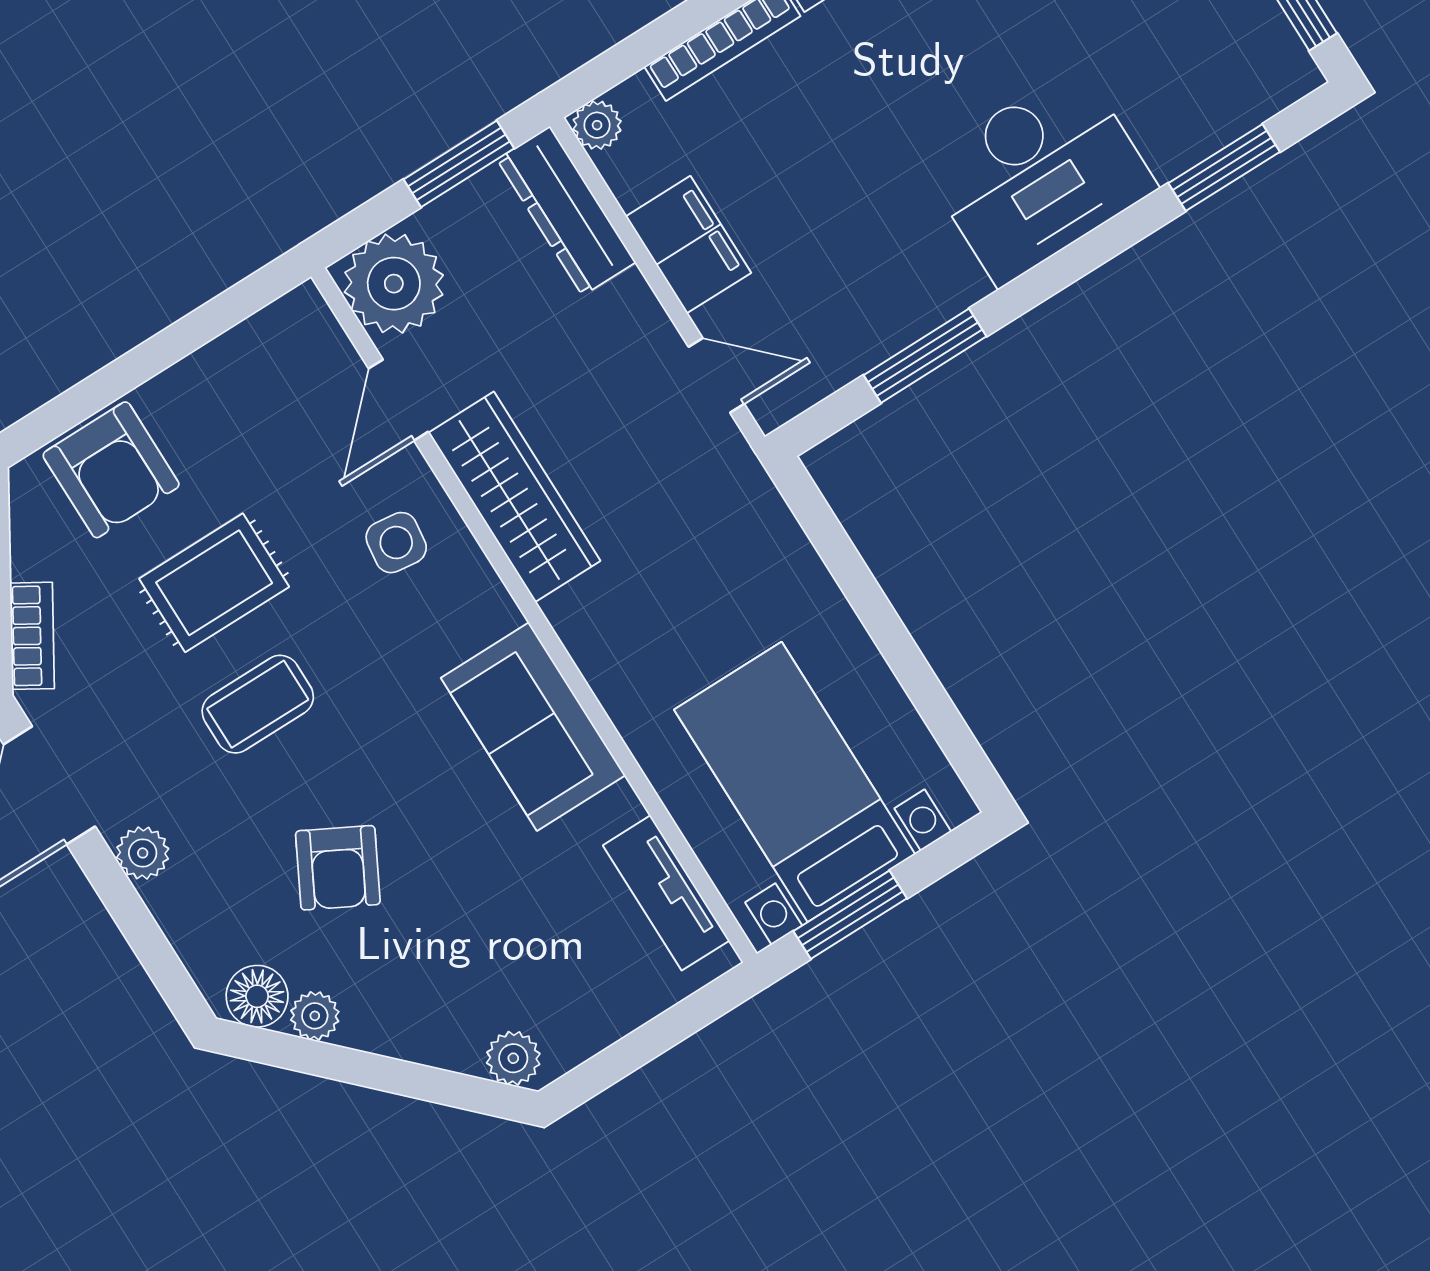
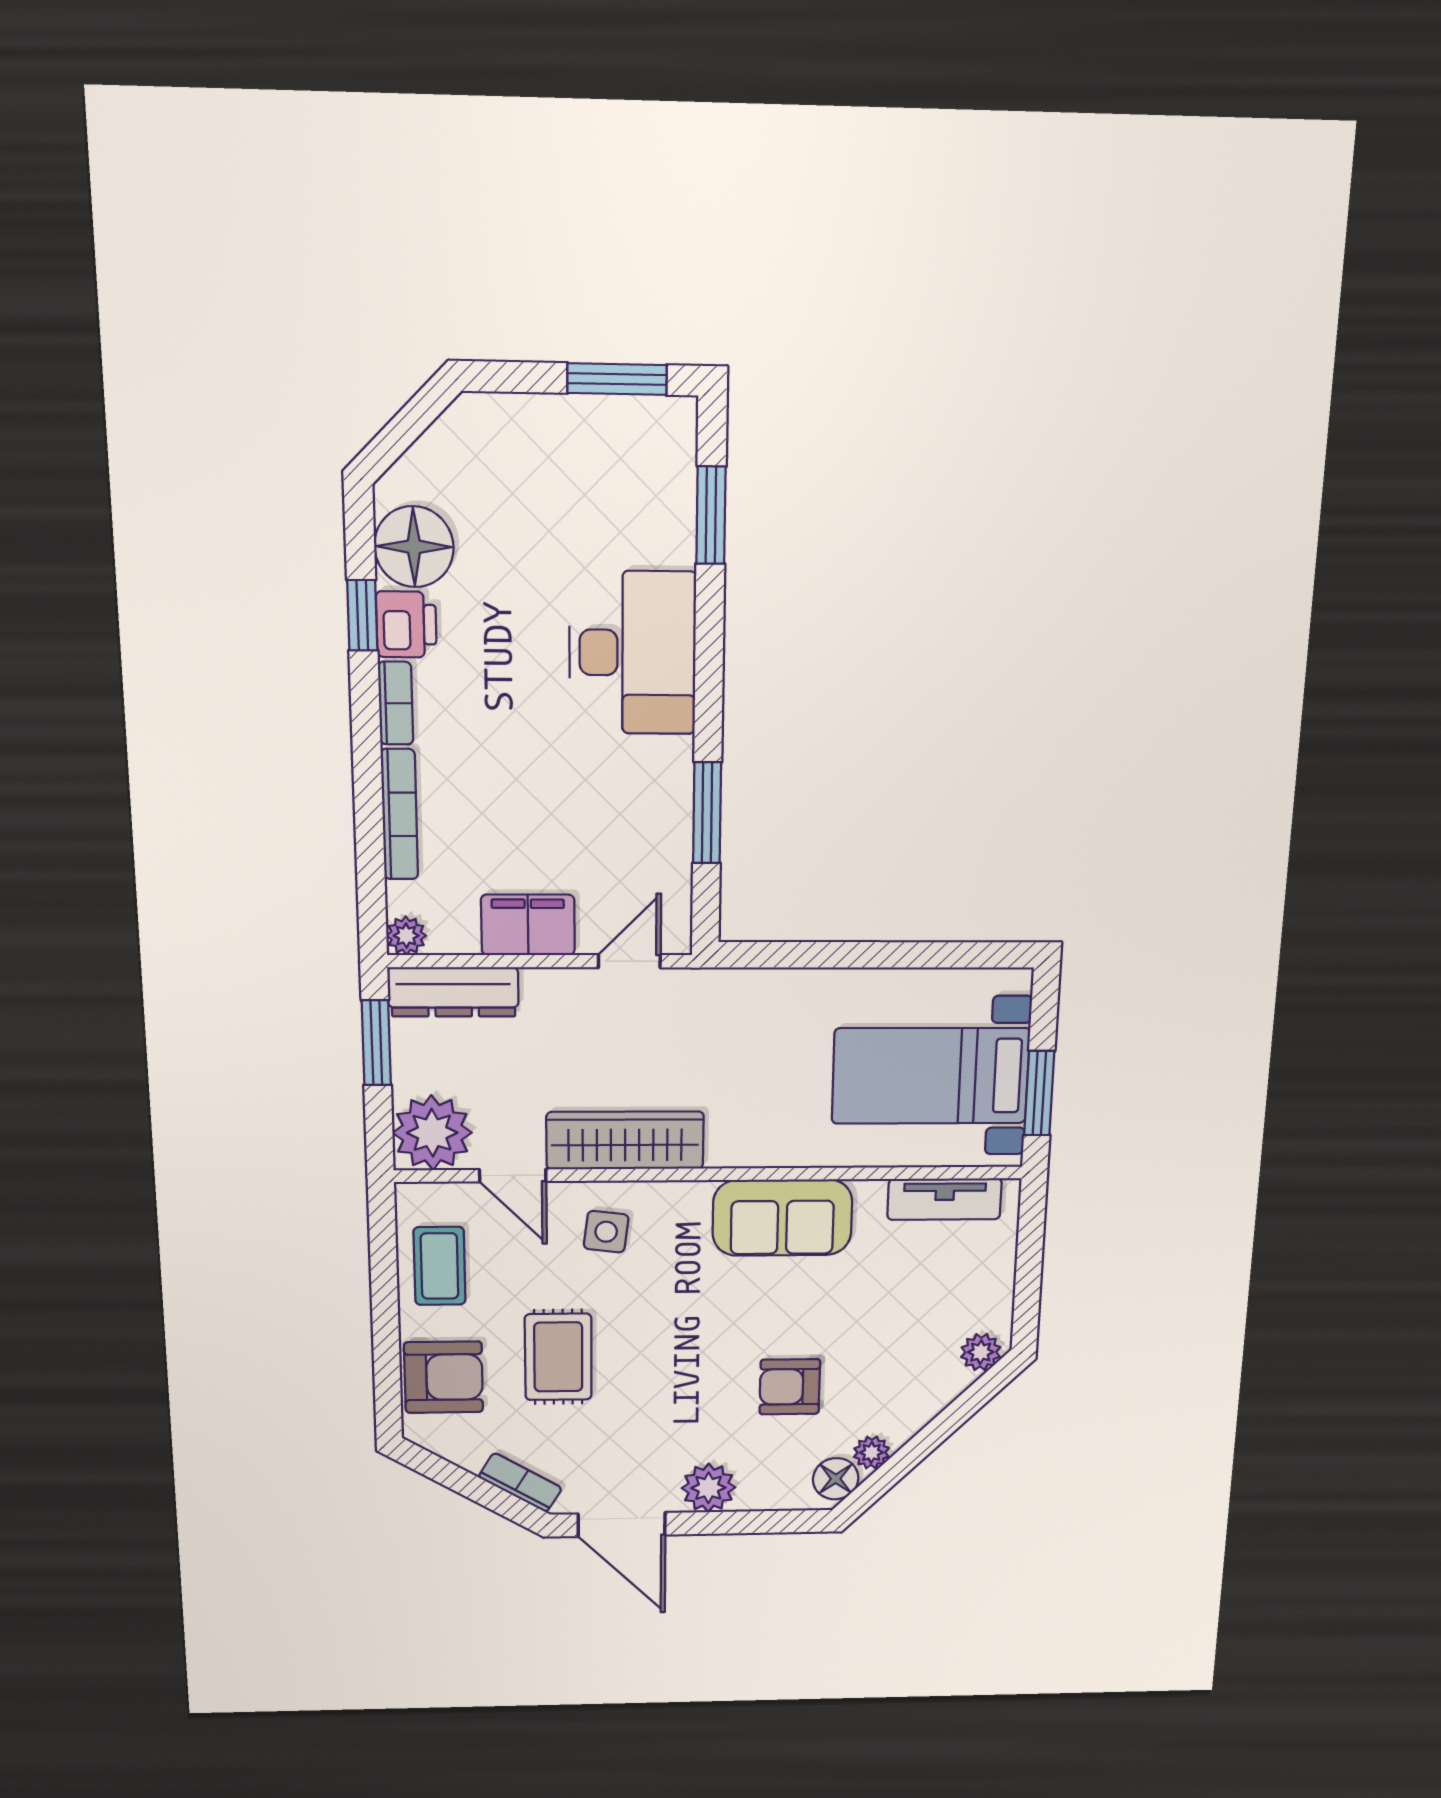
coffee table: (258, 704) -> (440, 1266), moved
plant: (143, 853) -> (708, 1488), width x1.38, depth x1.38
armchair: (338, 868) -> (790, 1387), turned 152

